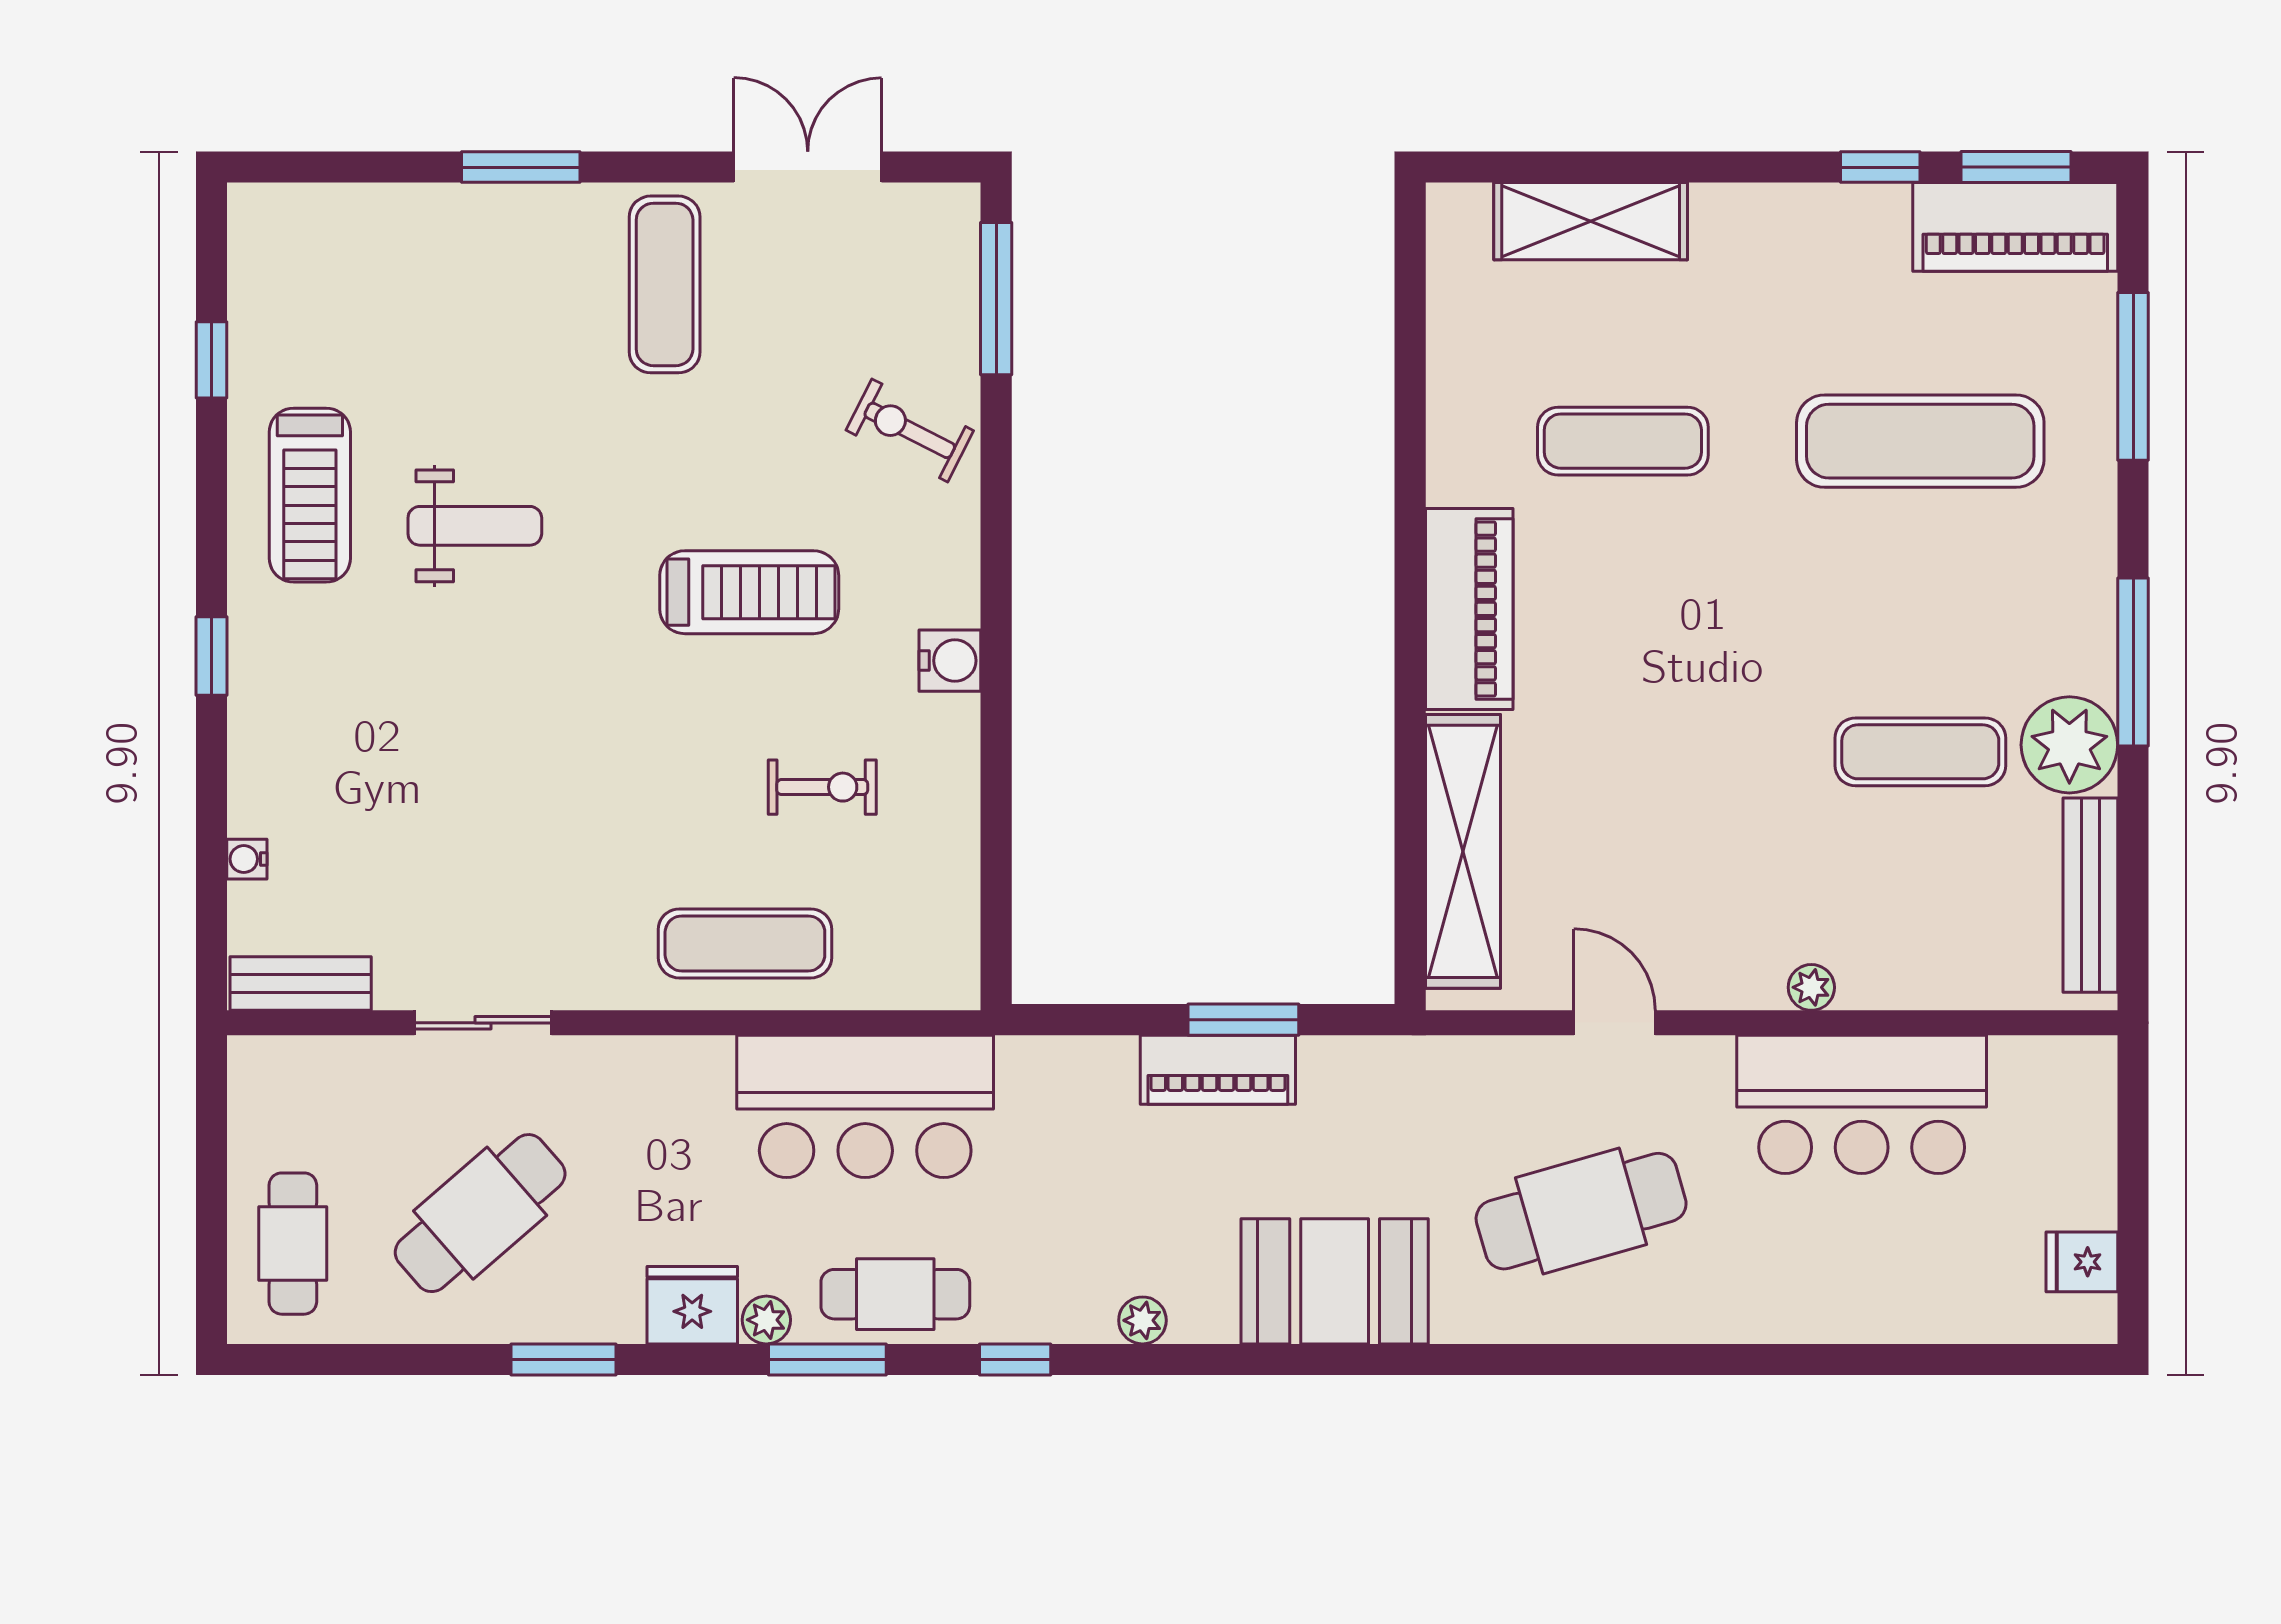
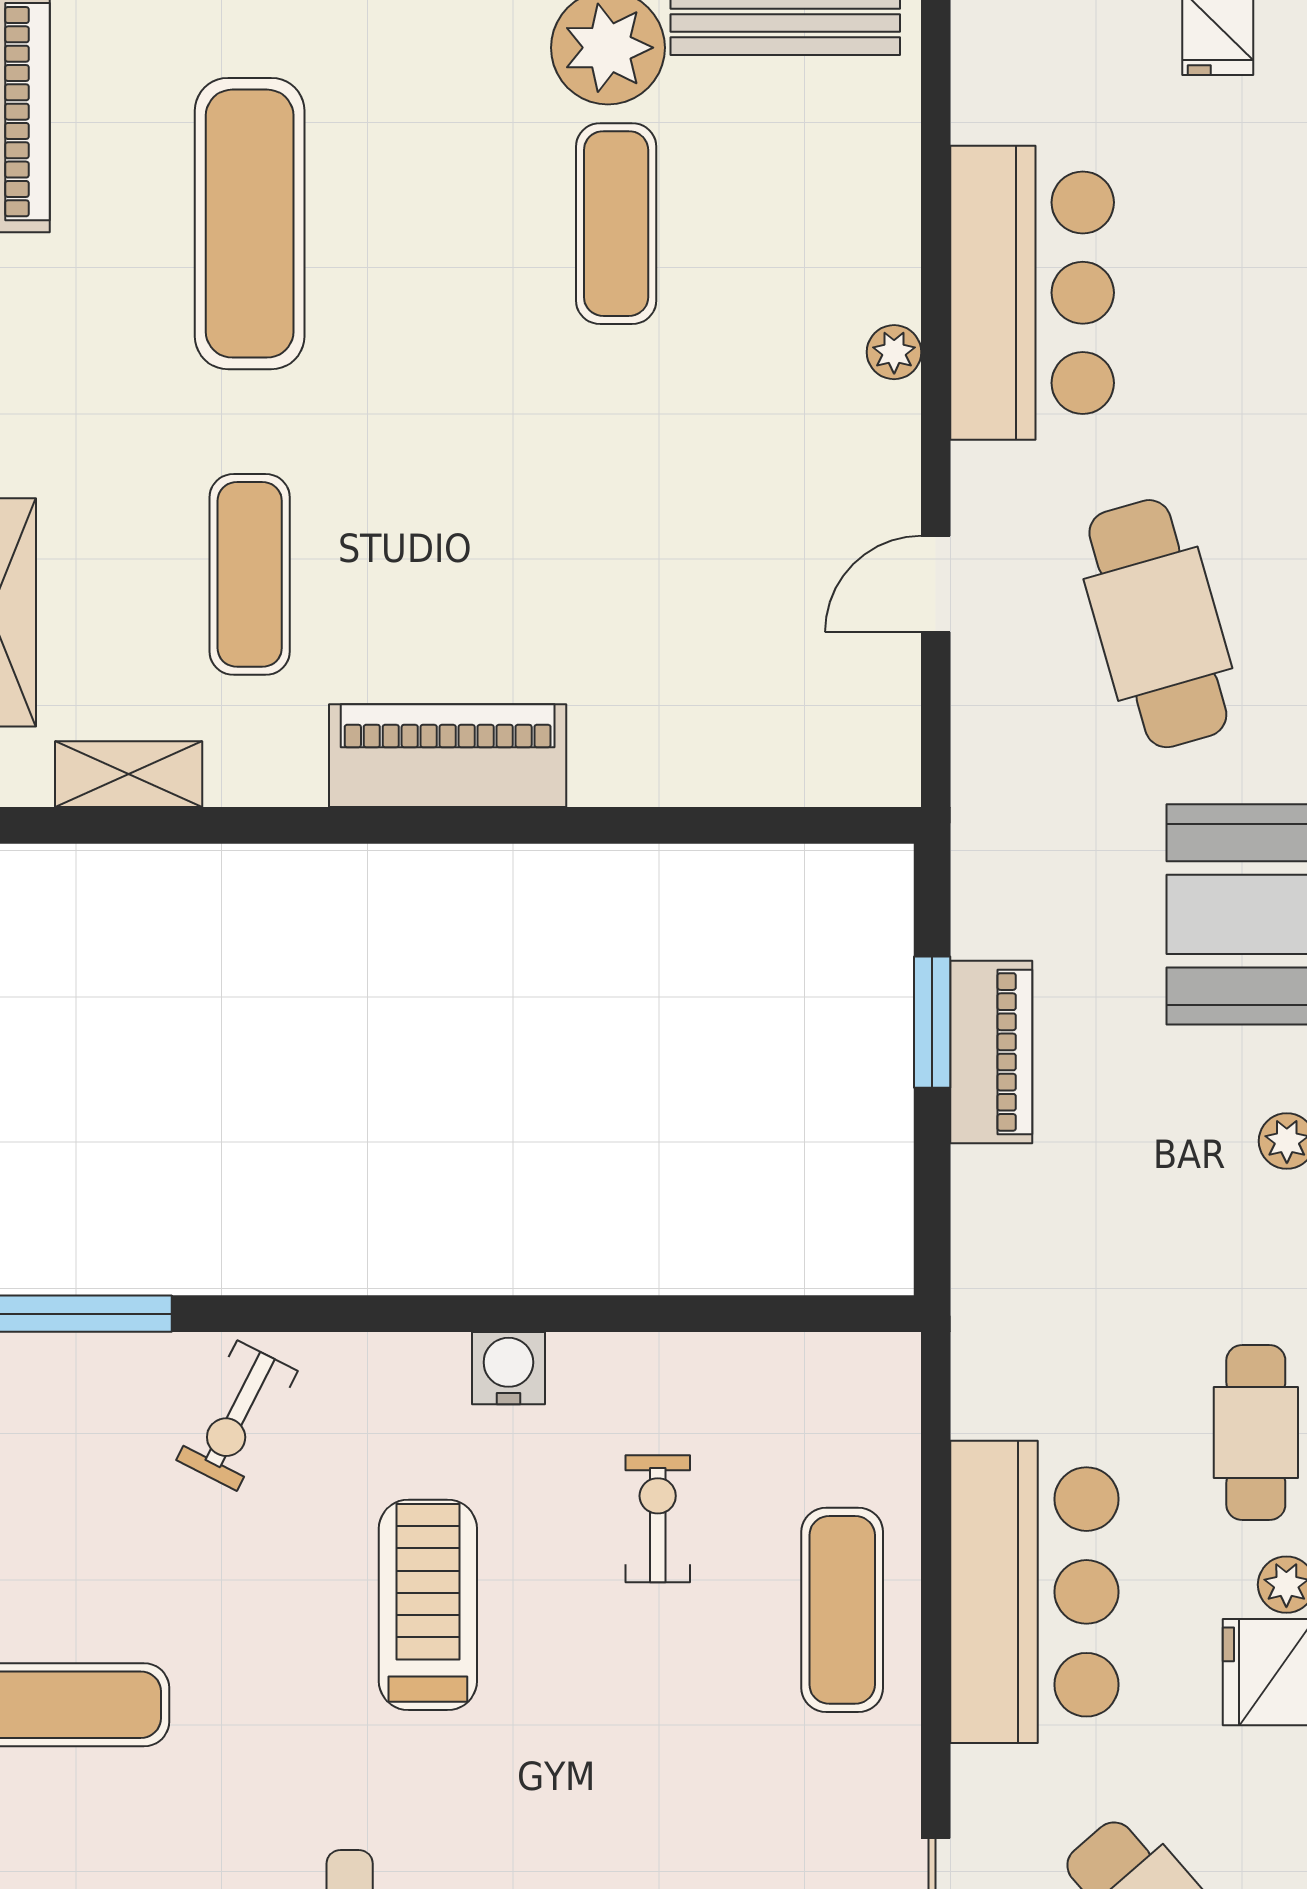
shelving: (1463, 851) -> (129, 774), moved, width x0.45, depth x0.75
bar counter: (865, 1106) -> (1034, 1592), moved

